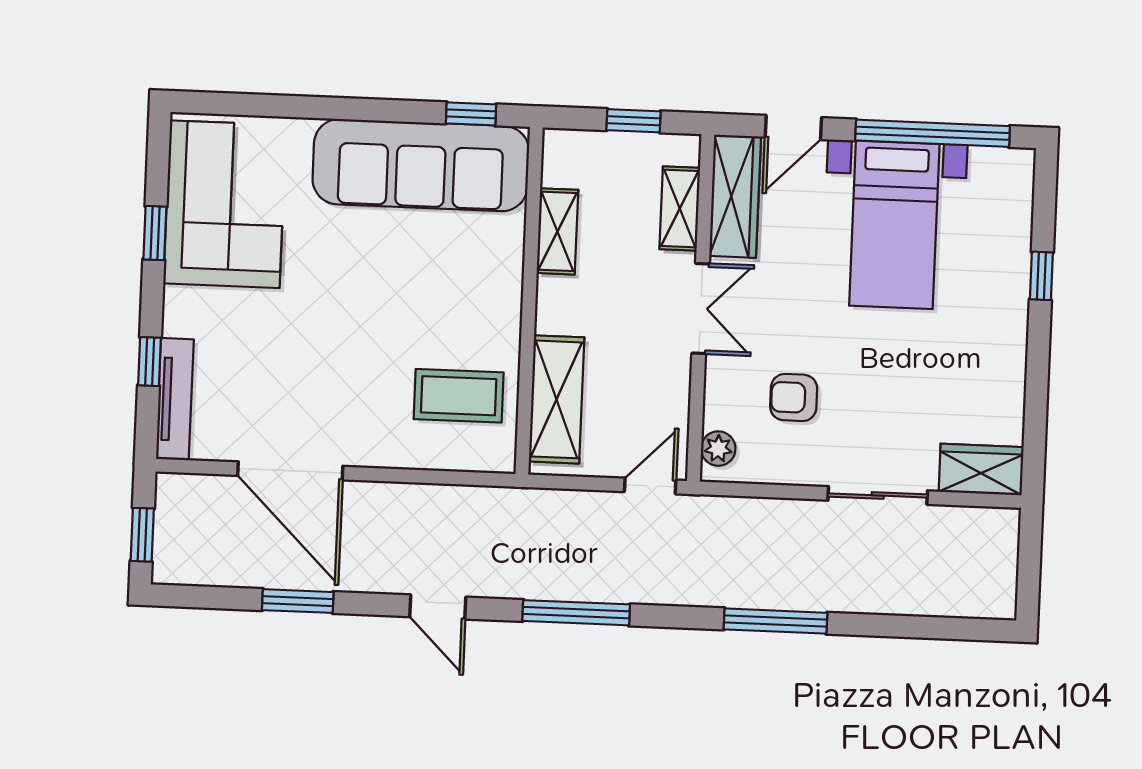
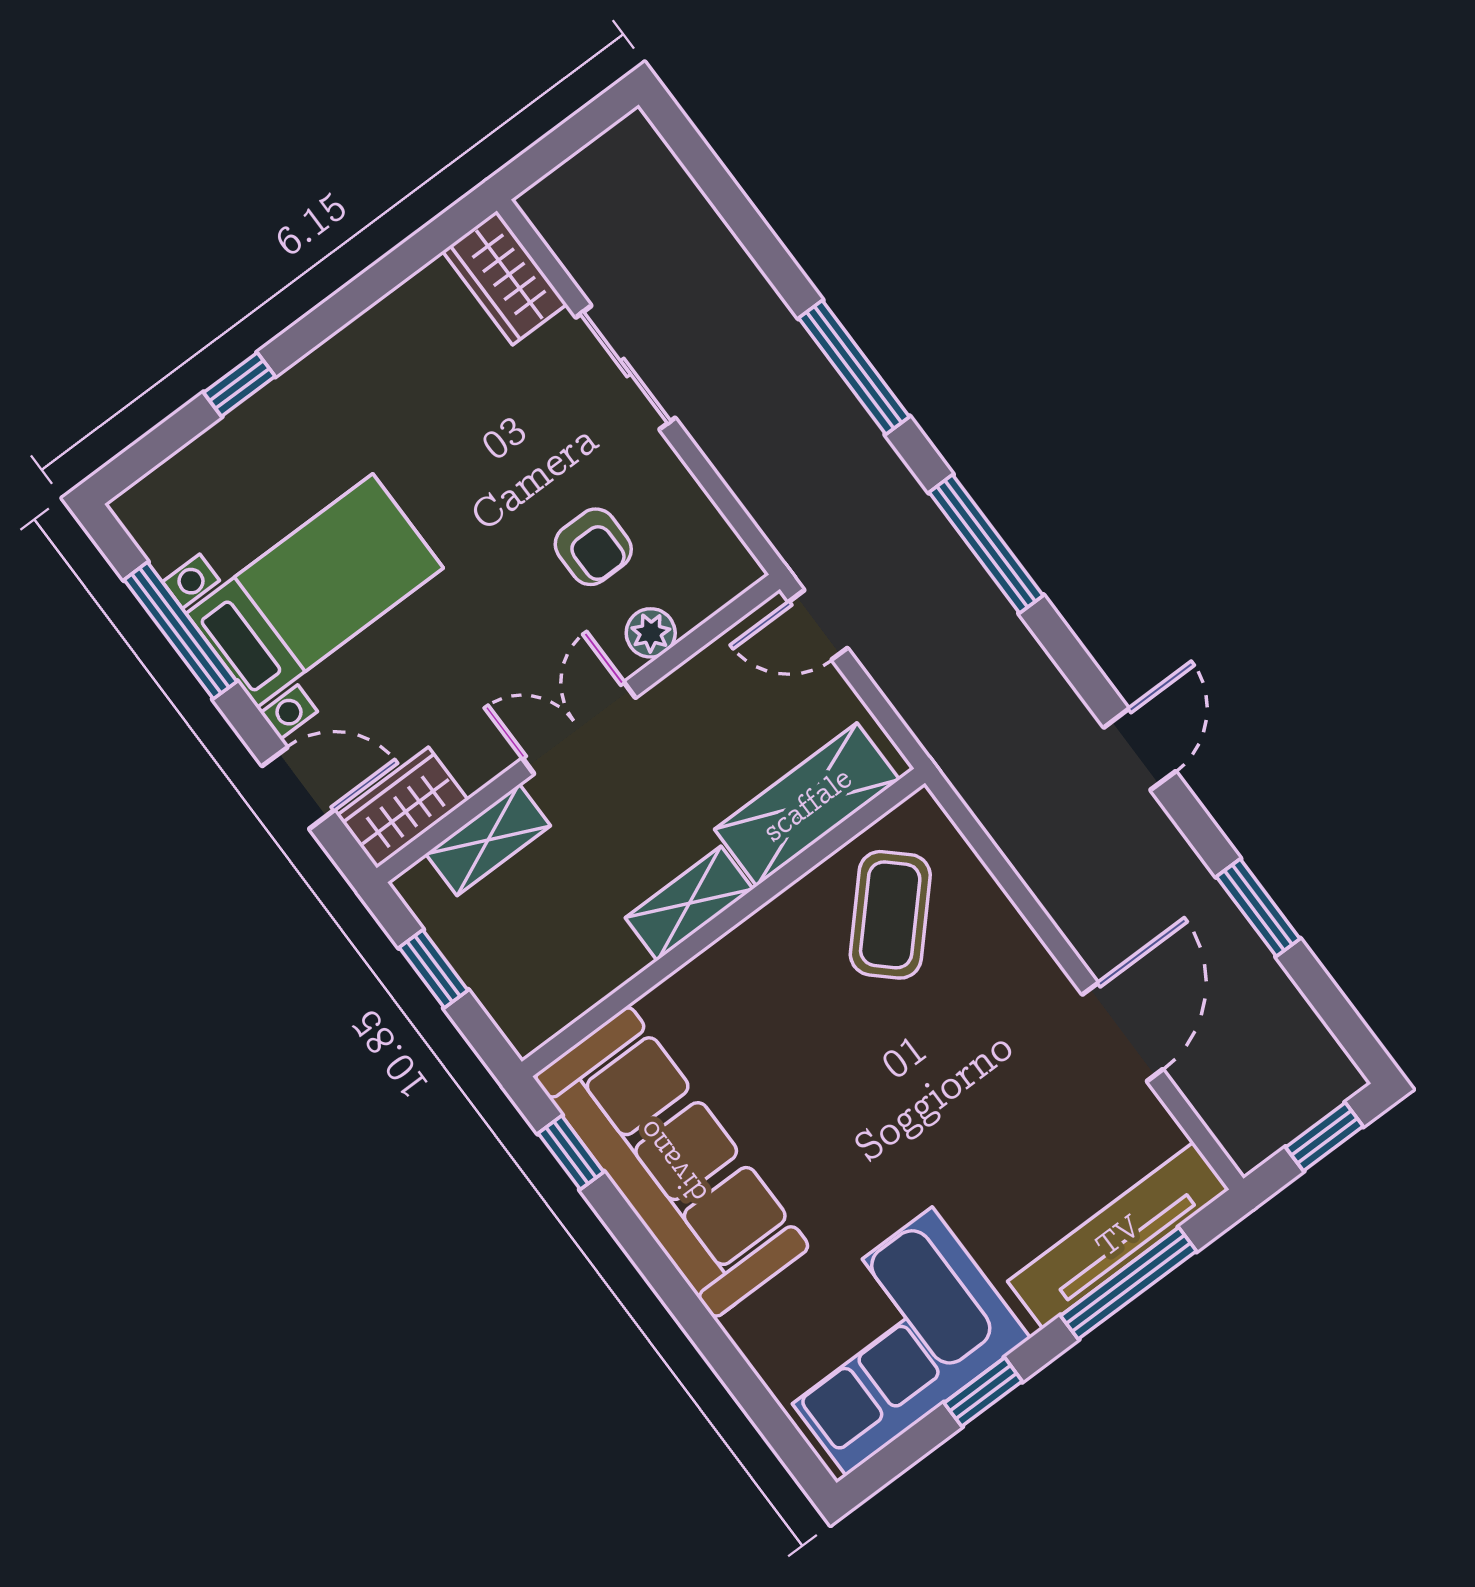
window: (933, 133) -> (180, 631), width x0.68
wardrobe: (735, 196) -> (403, 808), width x0.67
shelving: (557, 231) -> (689, 903), moved
window: (150, 362) -> (1128, 1283), width x2.17
coffee table: (459, 396) -> (890, 915), turned 43
tv unit: (175, 399) -> (1118, 1235), width x1.36, depth x1.29
plant: (718, 449) -> (651, 633), moved
door: (290, 471) -> (1123, 1032), width x0.73
window: (576, 613) -> (986, 544), moved

